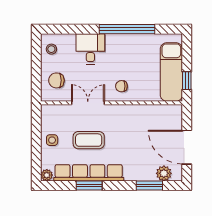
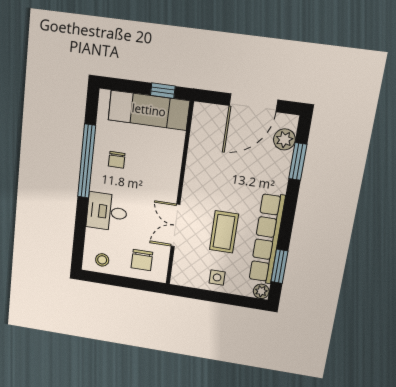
chair: (121, 86) -> (117, 160), moved
window: (89, 185) -> (279, 266), moved

